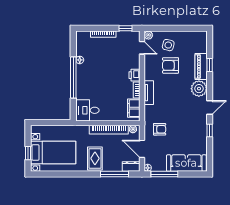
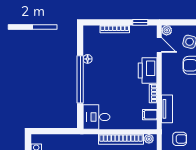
printer: (134, 75) -> (148, 71), width x1.87, depth x1.48
tv unit: (149, 93) -> (167, 109), moved
filing cabinet: (134, 108) -> (150, 115), width x0.50

